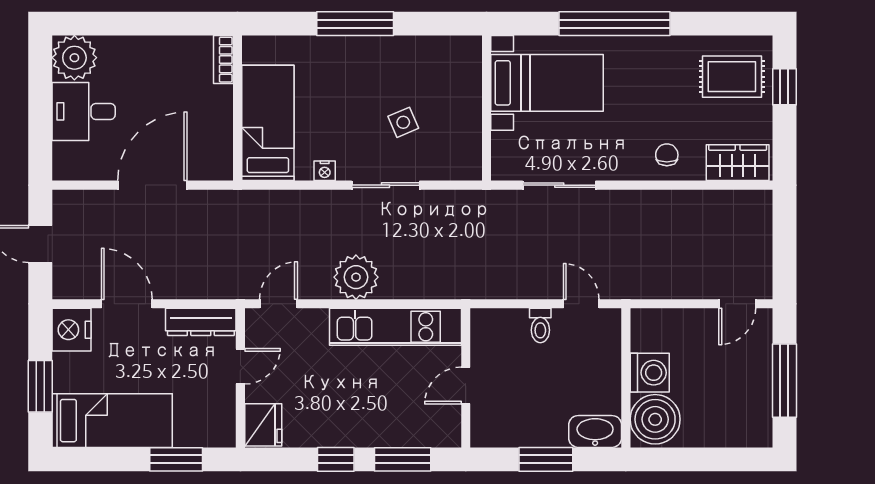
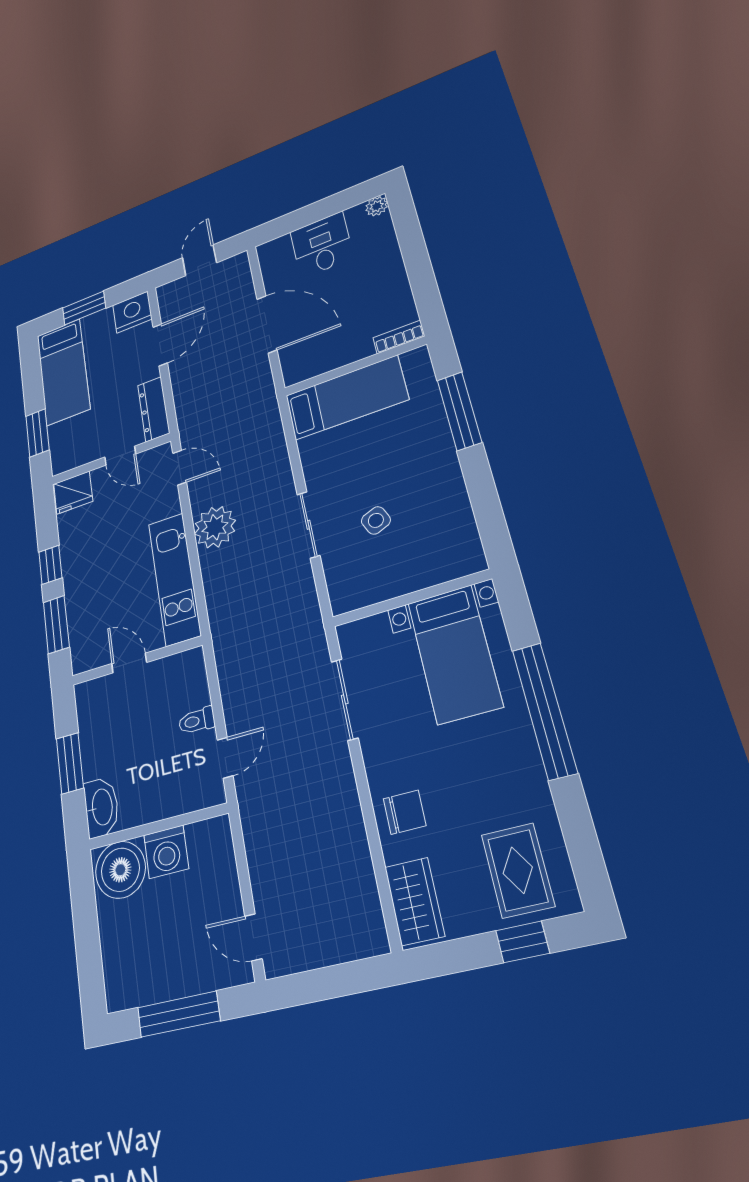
window: (355, 24) -> (459, 411), moved
plant: (74, 58) -> (377, 206), width x0.53, depth x0.53
chair: (667, 155) -> (405, 812), width x1.37, depth x1.37
nightstand: (325, 171) -> (311, 464), removed

